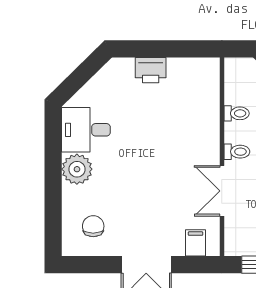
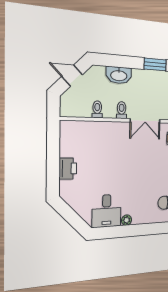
plant: (77, 169) -> (126, 220), width x0.53, depth x0.53

